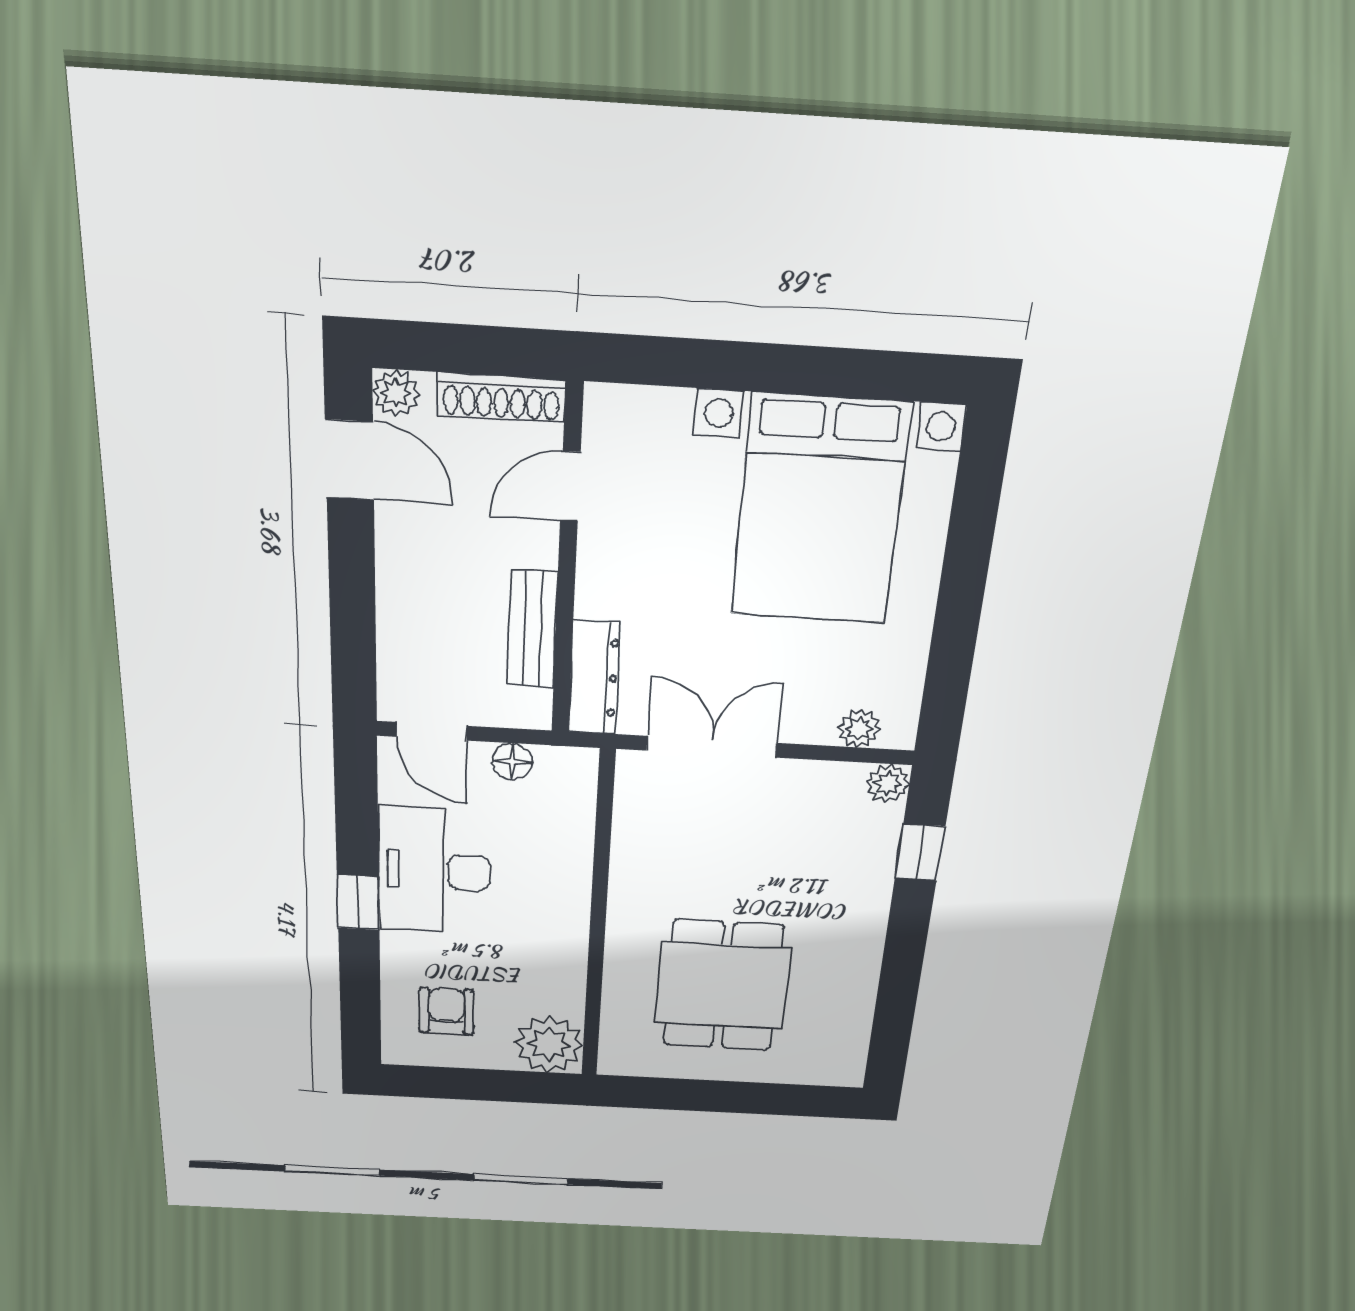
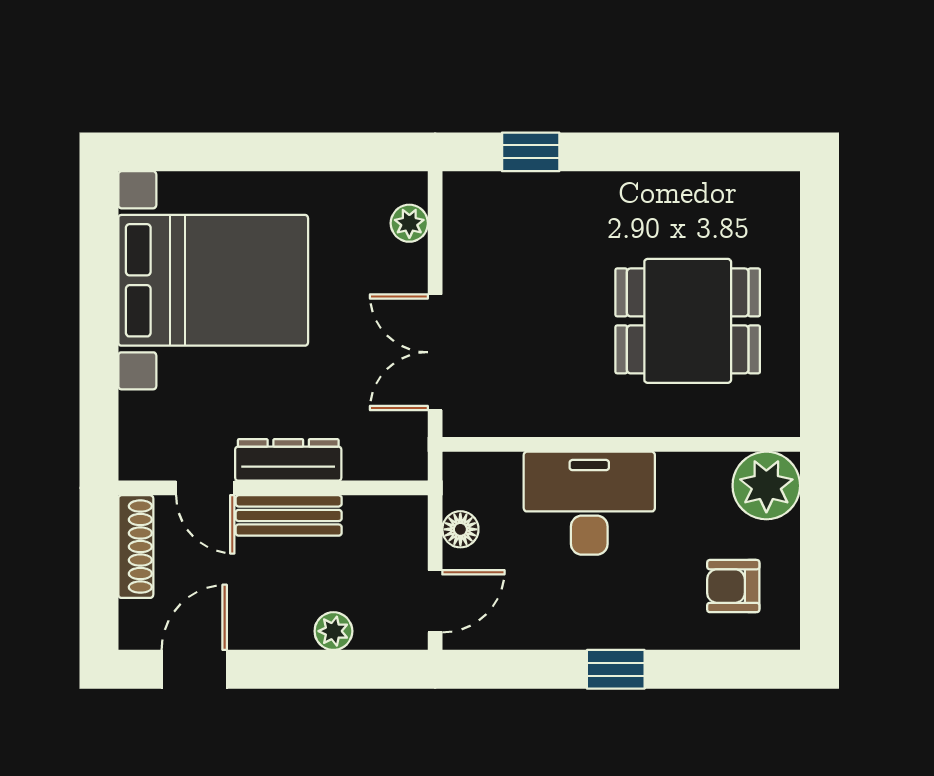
plant: (396, 393) -> (333, 631), moved
bench: (532, 629) -> (289, 515), moved
dresser: (594, 678) -> (288, 460), moved
plant: (888, 783) -> (462, 191), removed
desk: (434, 871) -> (589, 503), moved, turned 180

